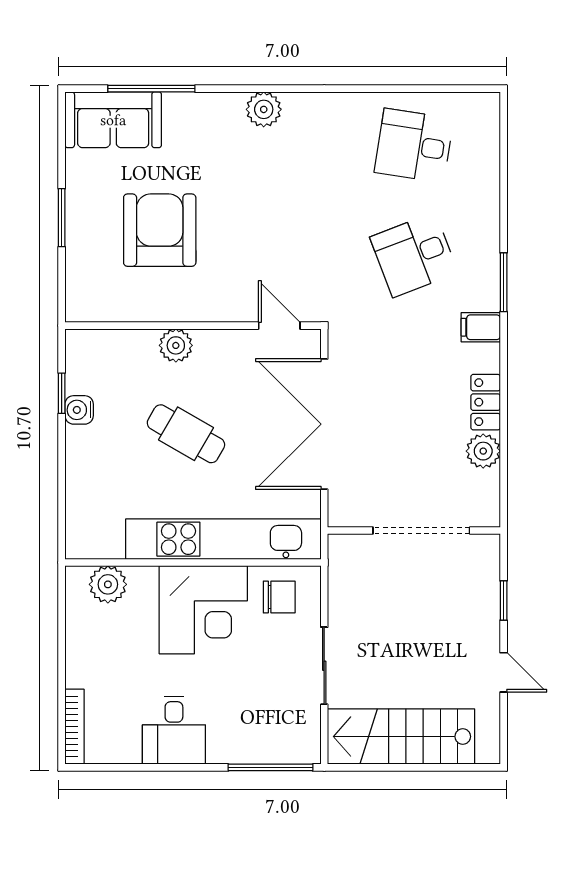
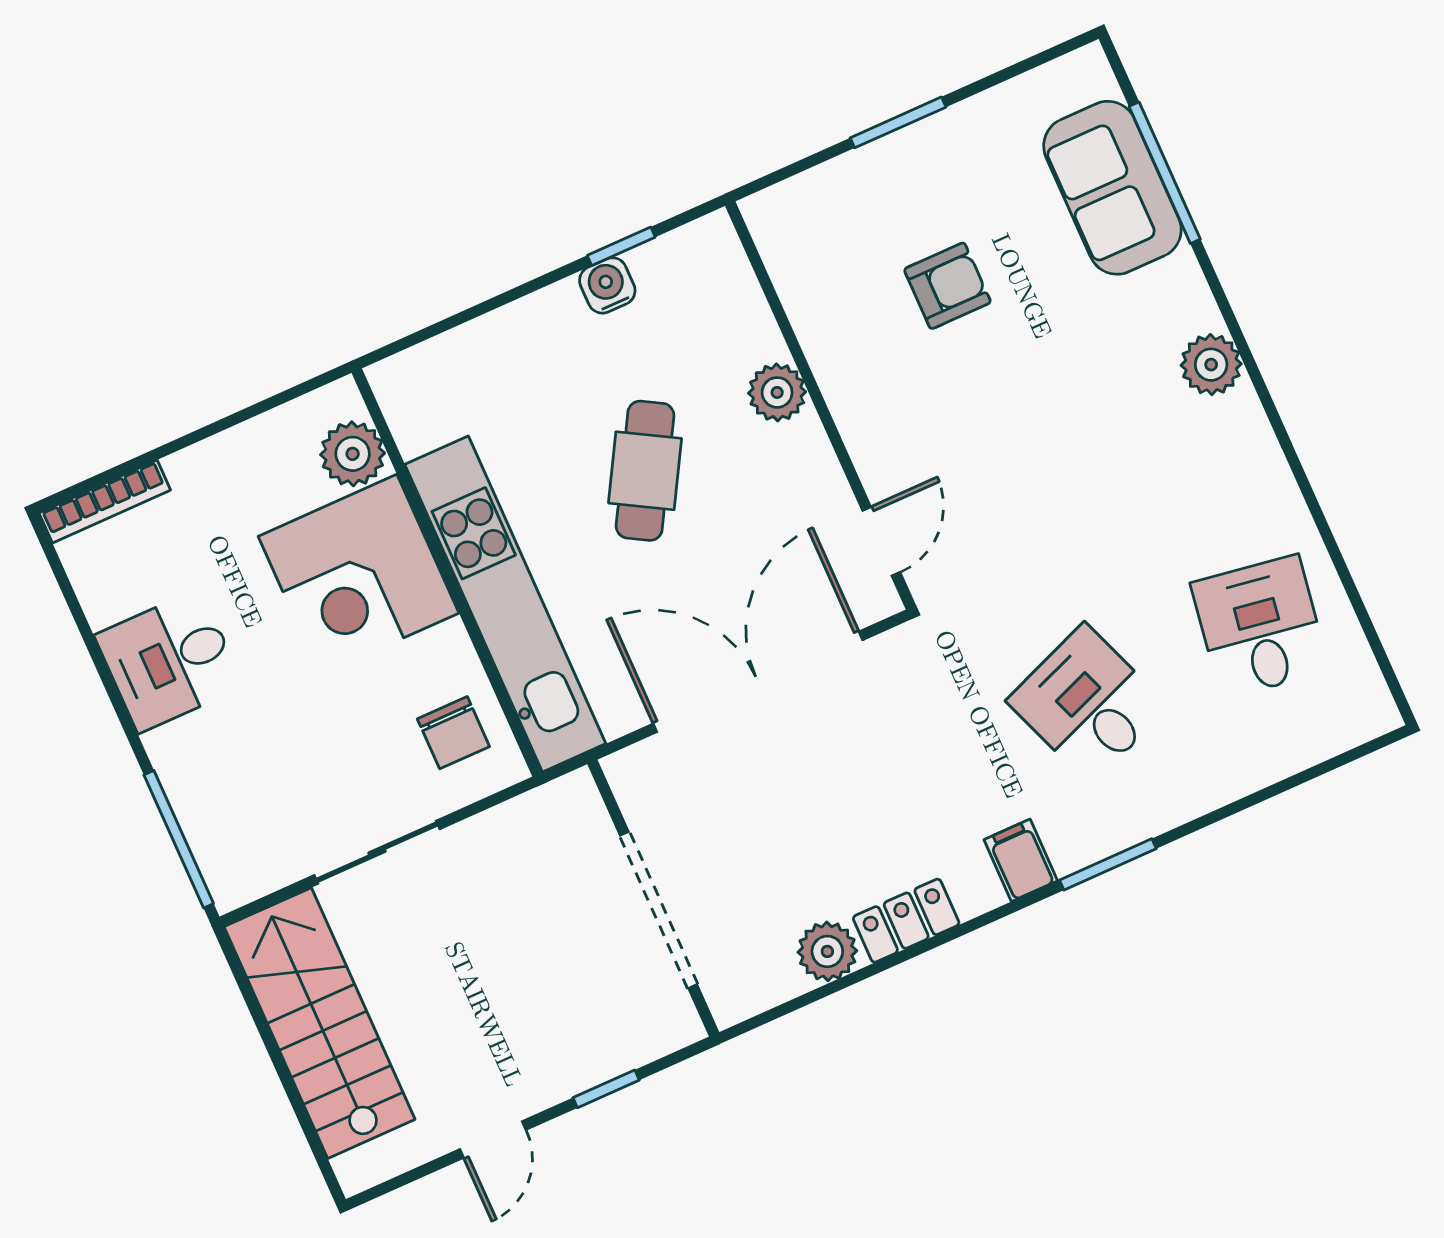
sofa: (113, 120) -> (1112, 188), moved
armchair: (160, 230) -> (947, 286), width x0.53, depth x0.53
corner desk: (203, 610) -> (359, 575), moved

